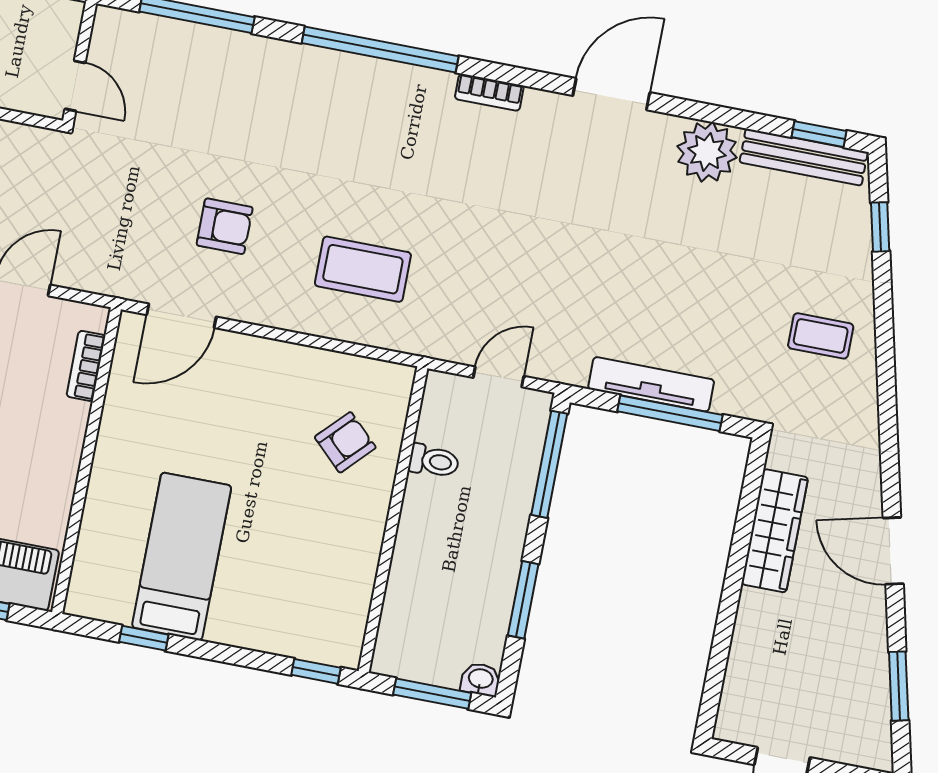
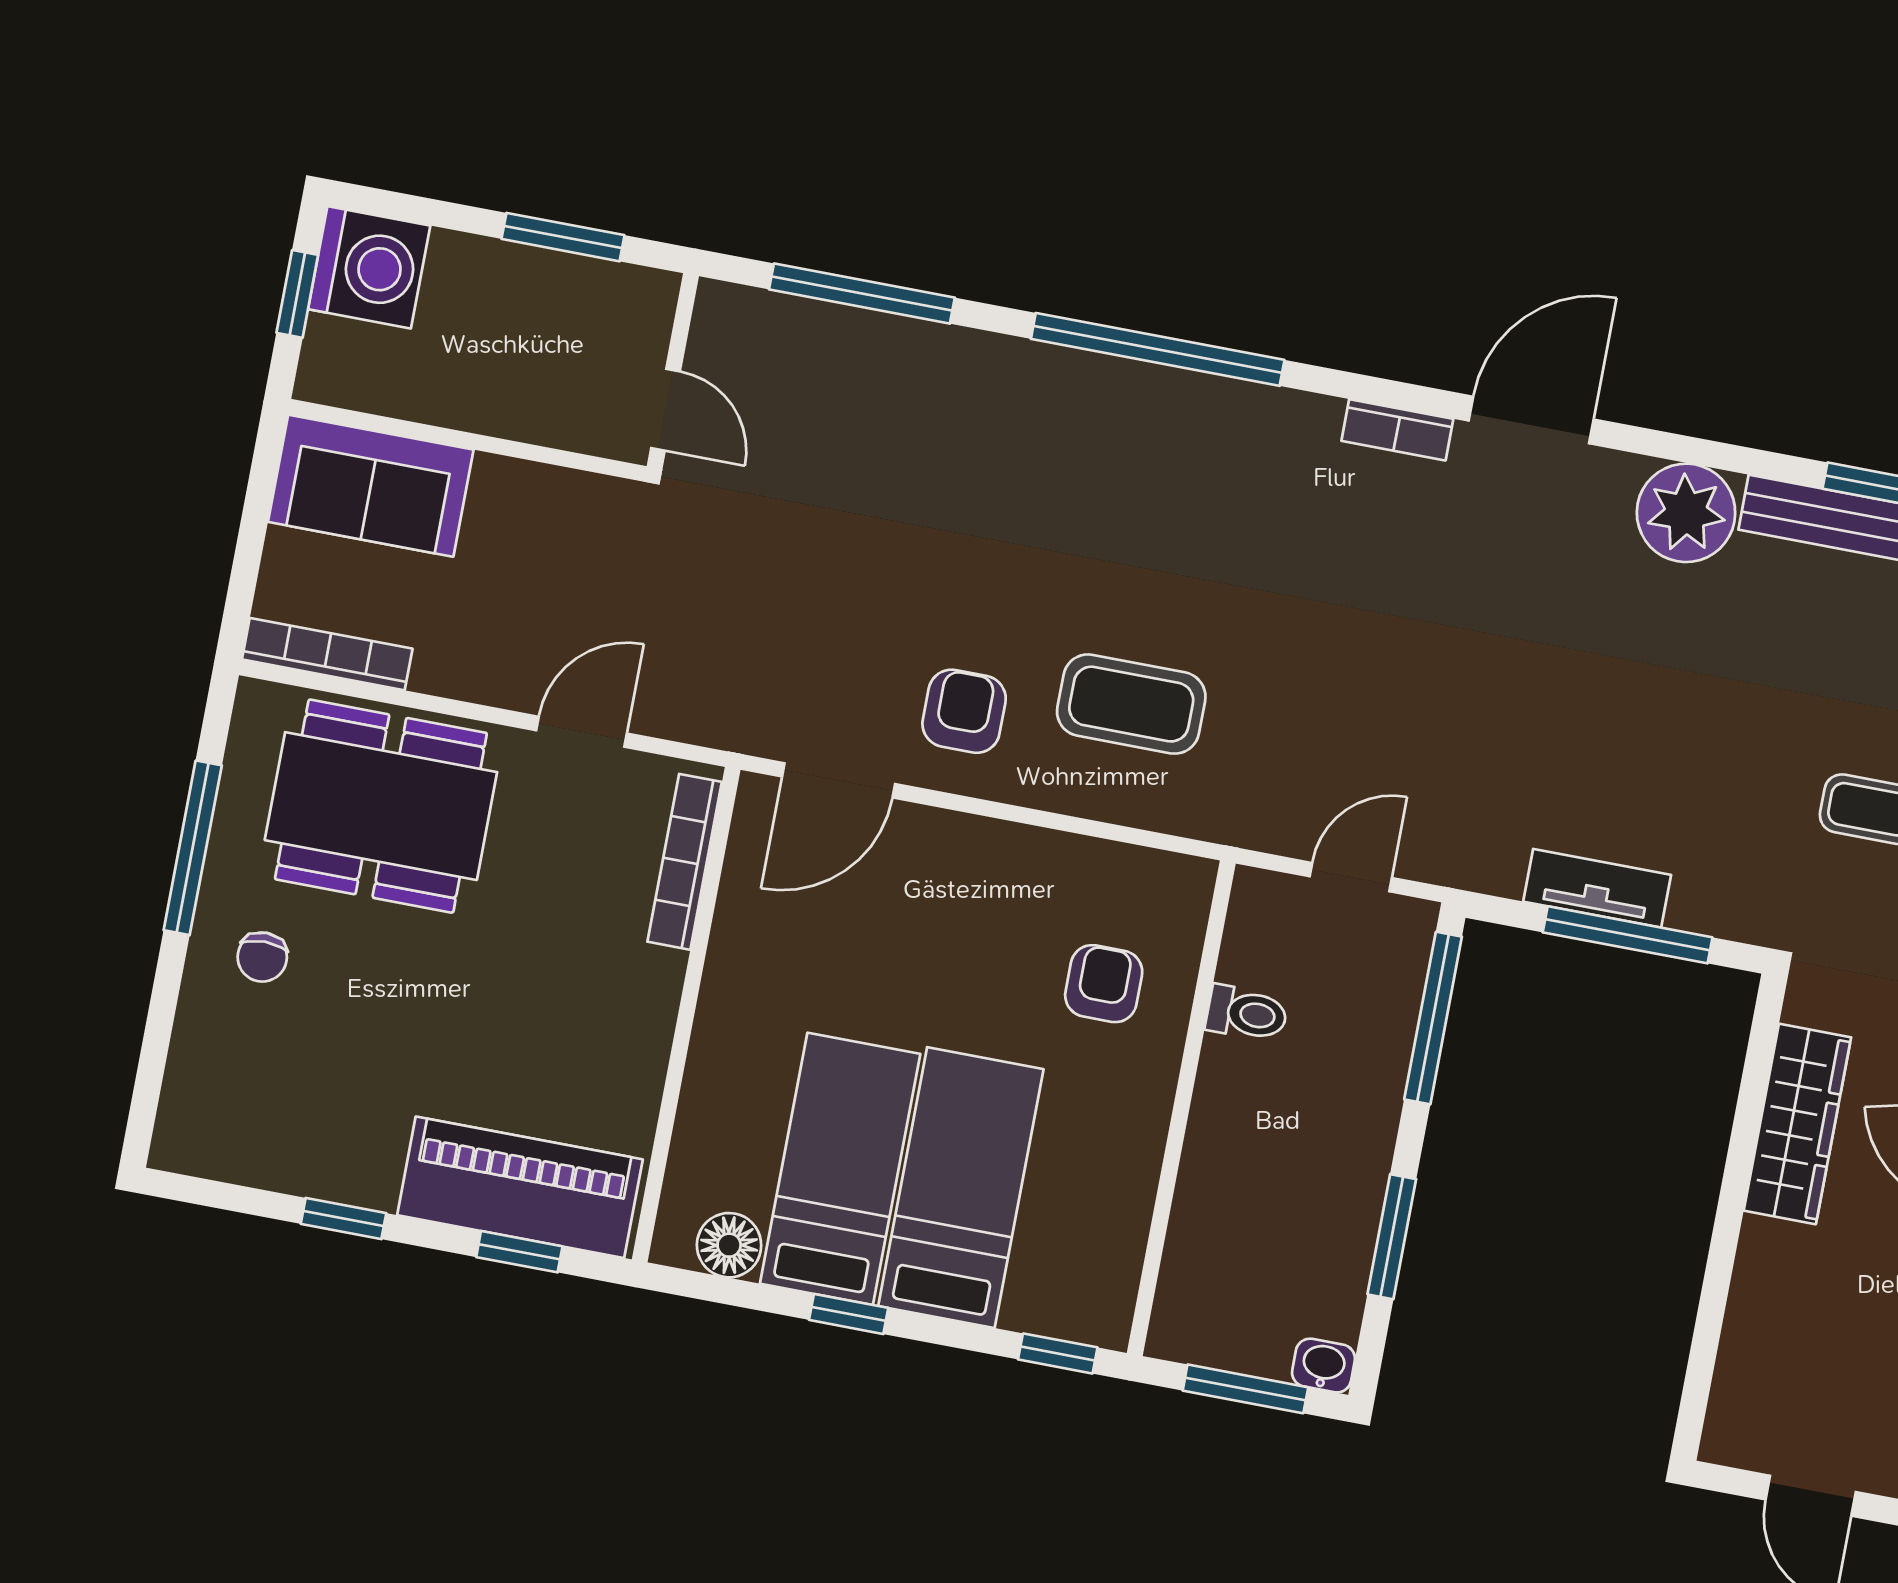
bookcase: (489, 92) -> (1397, 430), moved
armchair: (225, 226) -> (964, 711), moved, turned -90
bookcase: (86, 366) -> (685, 862), width x1.56
tv unit: (651, 384) -> (1597, 888), width x0.71
armchair: (345, 442) -> (1104, 984), turned -44
bed: (256, 568) -> (961, 1188), added
floor lamp: (113, 604) -> (729, 1245), added
window: (144, 638) -> (849, 1314), moved

